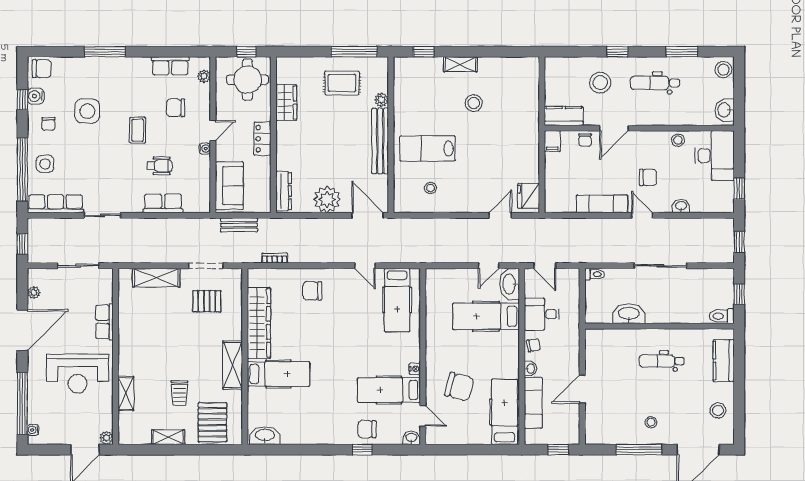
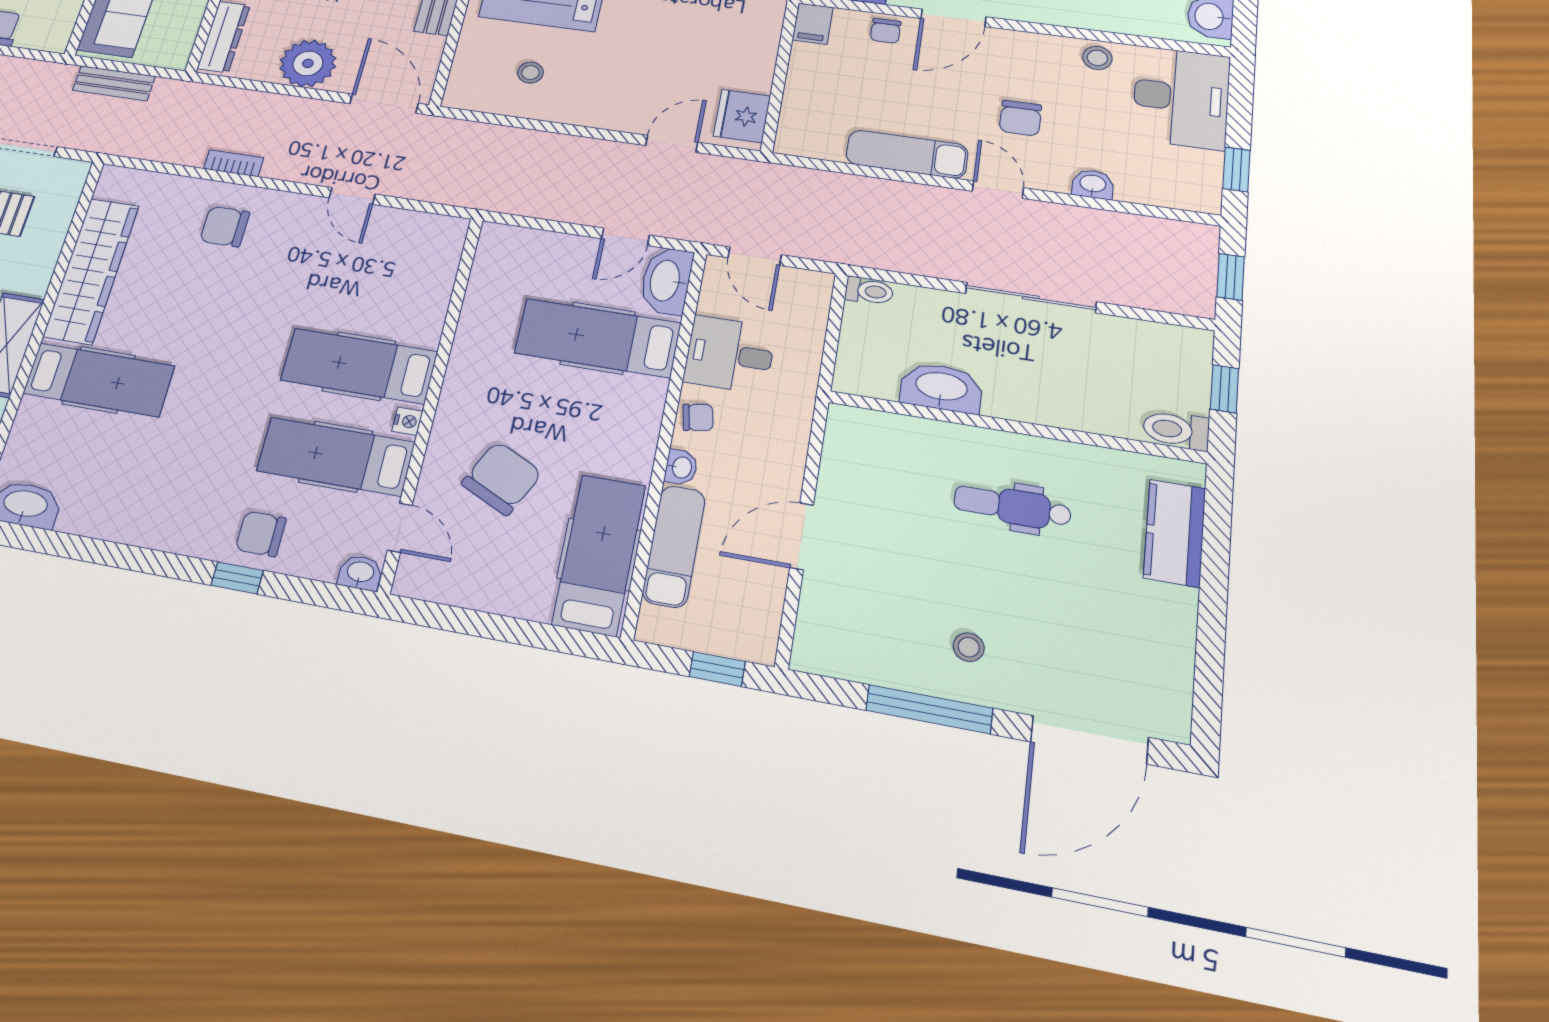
chair: (648, 177) -> (1020, 118), turned 90
bookcase: (275, 258) -> (234, 163), moved
hospital bed: (397, 300) -> (359, 366), moved, turned 90
chair: (459, 387) -> (502, 478), turned -79
stool: (718, 410) -> (1151, 651), removed

